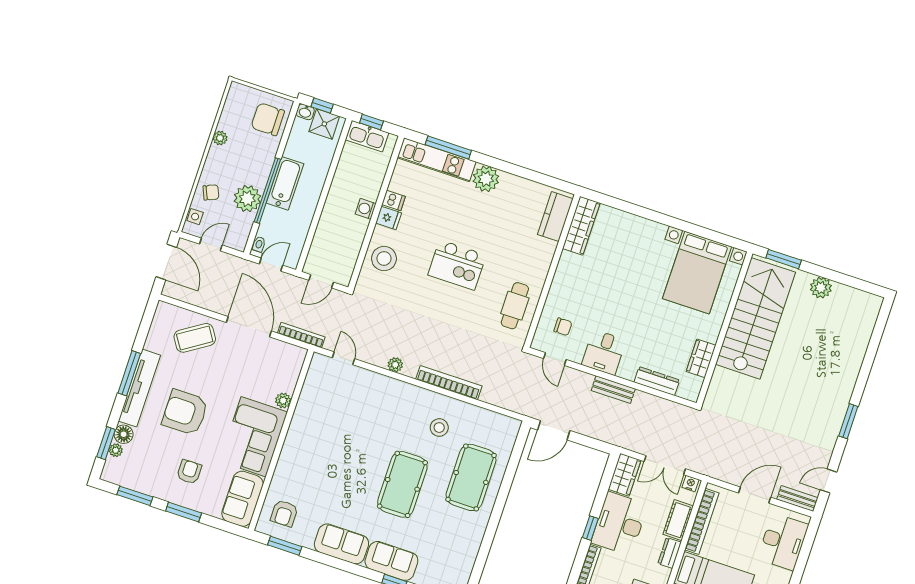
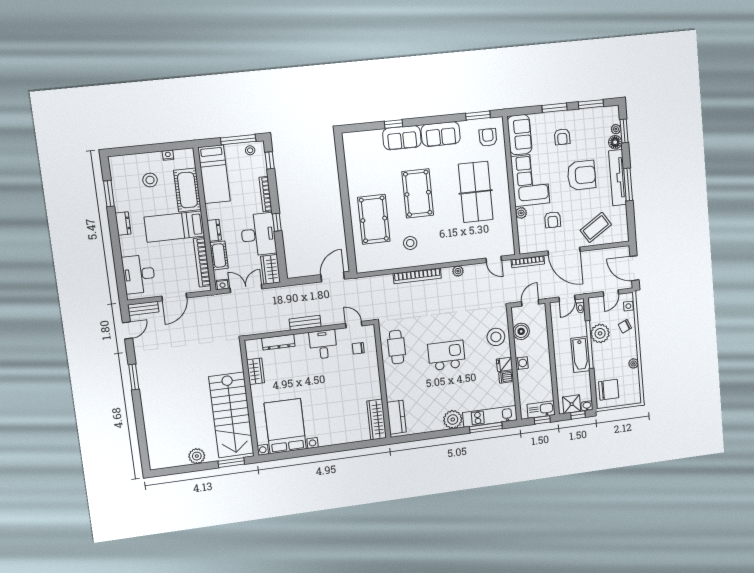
boiler: (349, 250) -> (521, 331), added
armchair: (246, 373) -> (553, 220), added
table tennis table: (329, 453) -> (476, 192), added

